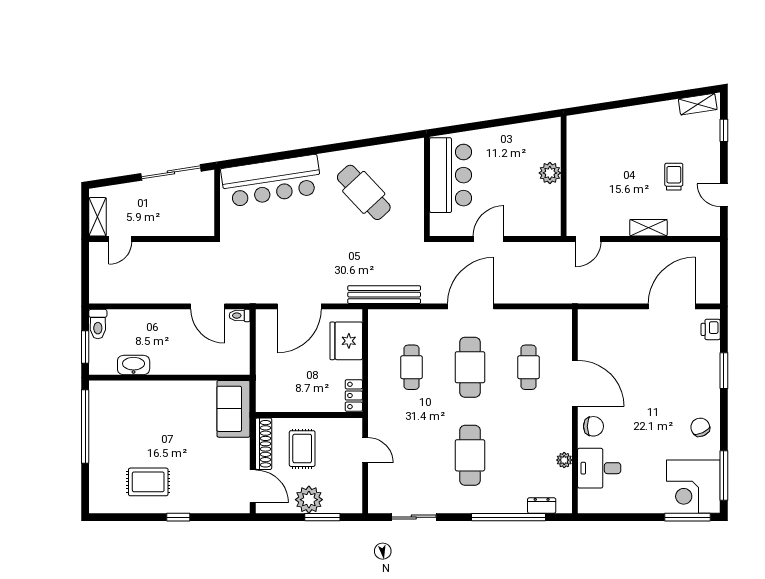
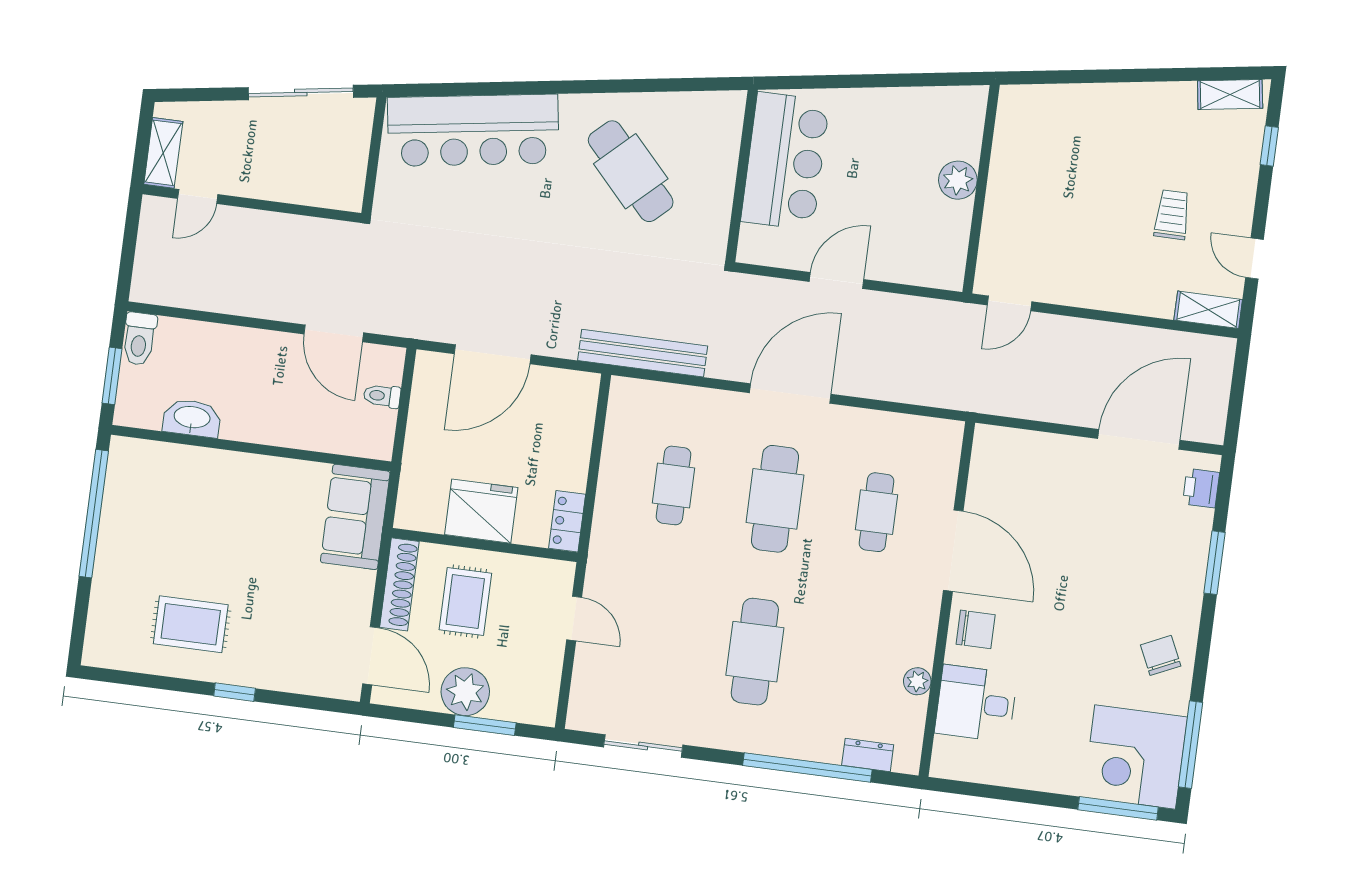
shelving: (648, 228) -> (1208, 310), moved
toilet: (240, 316) -> (382, 396), moved
fridge: (346, 341) -> (481, 511), moved, turned 90

